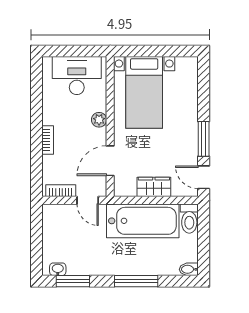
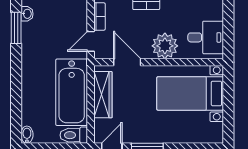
desk: (77, 76) -> (206, 37), width x0.73
plant: (99, 120) -> (165, 46), width x1.88, depth x1.88
wardrobe: (154, 187) -> (103, 95), width x1.50
window: (136, 281) -> (16, 86), removed

